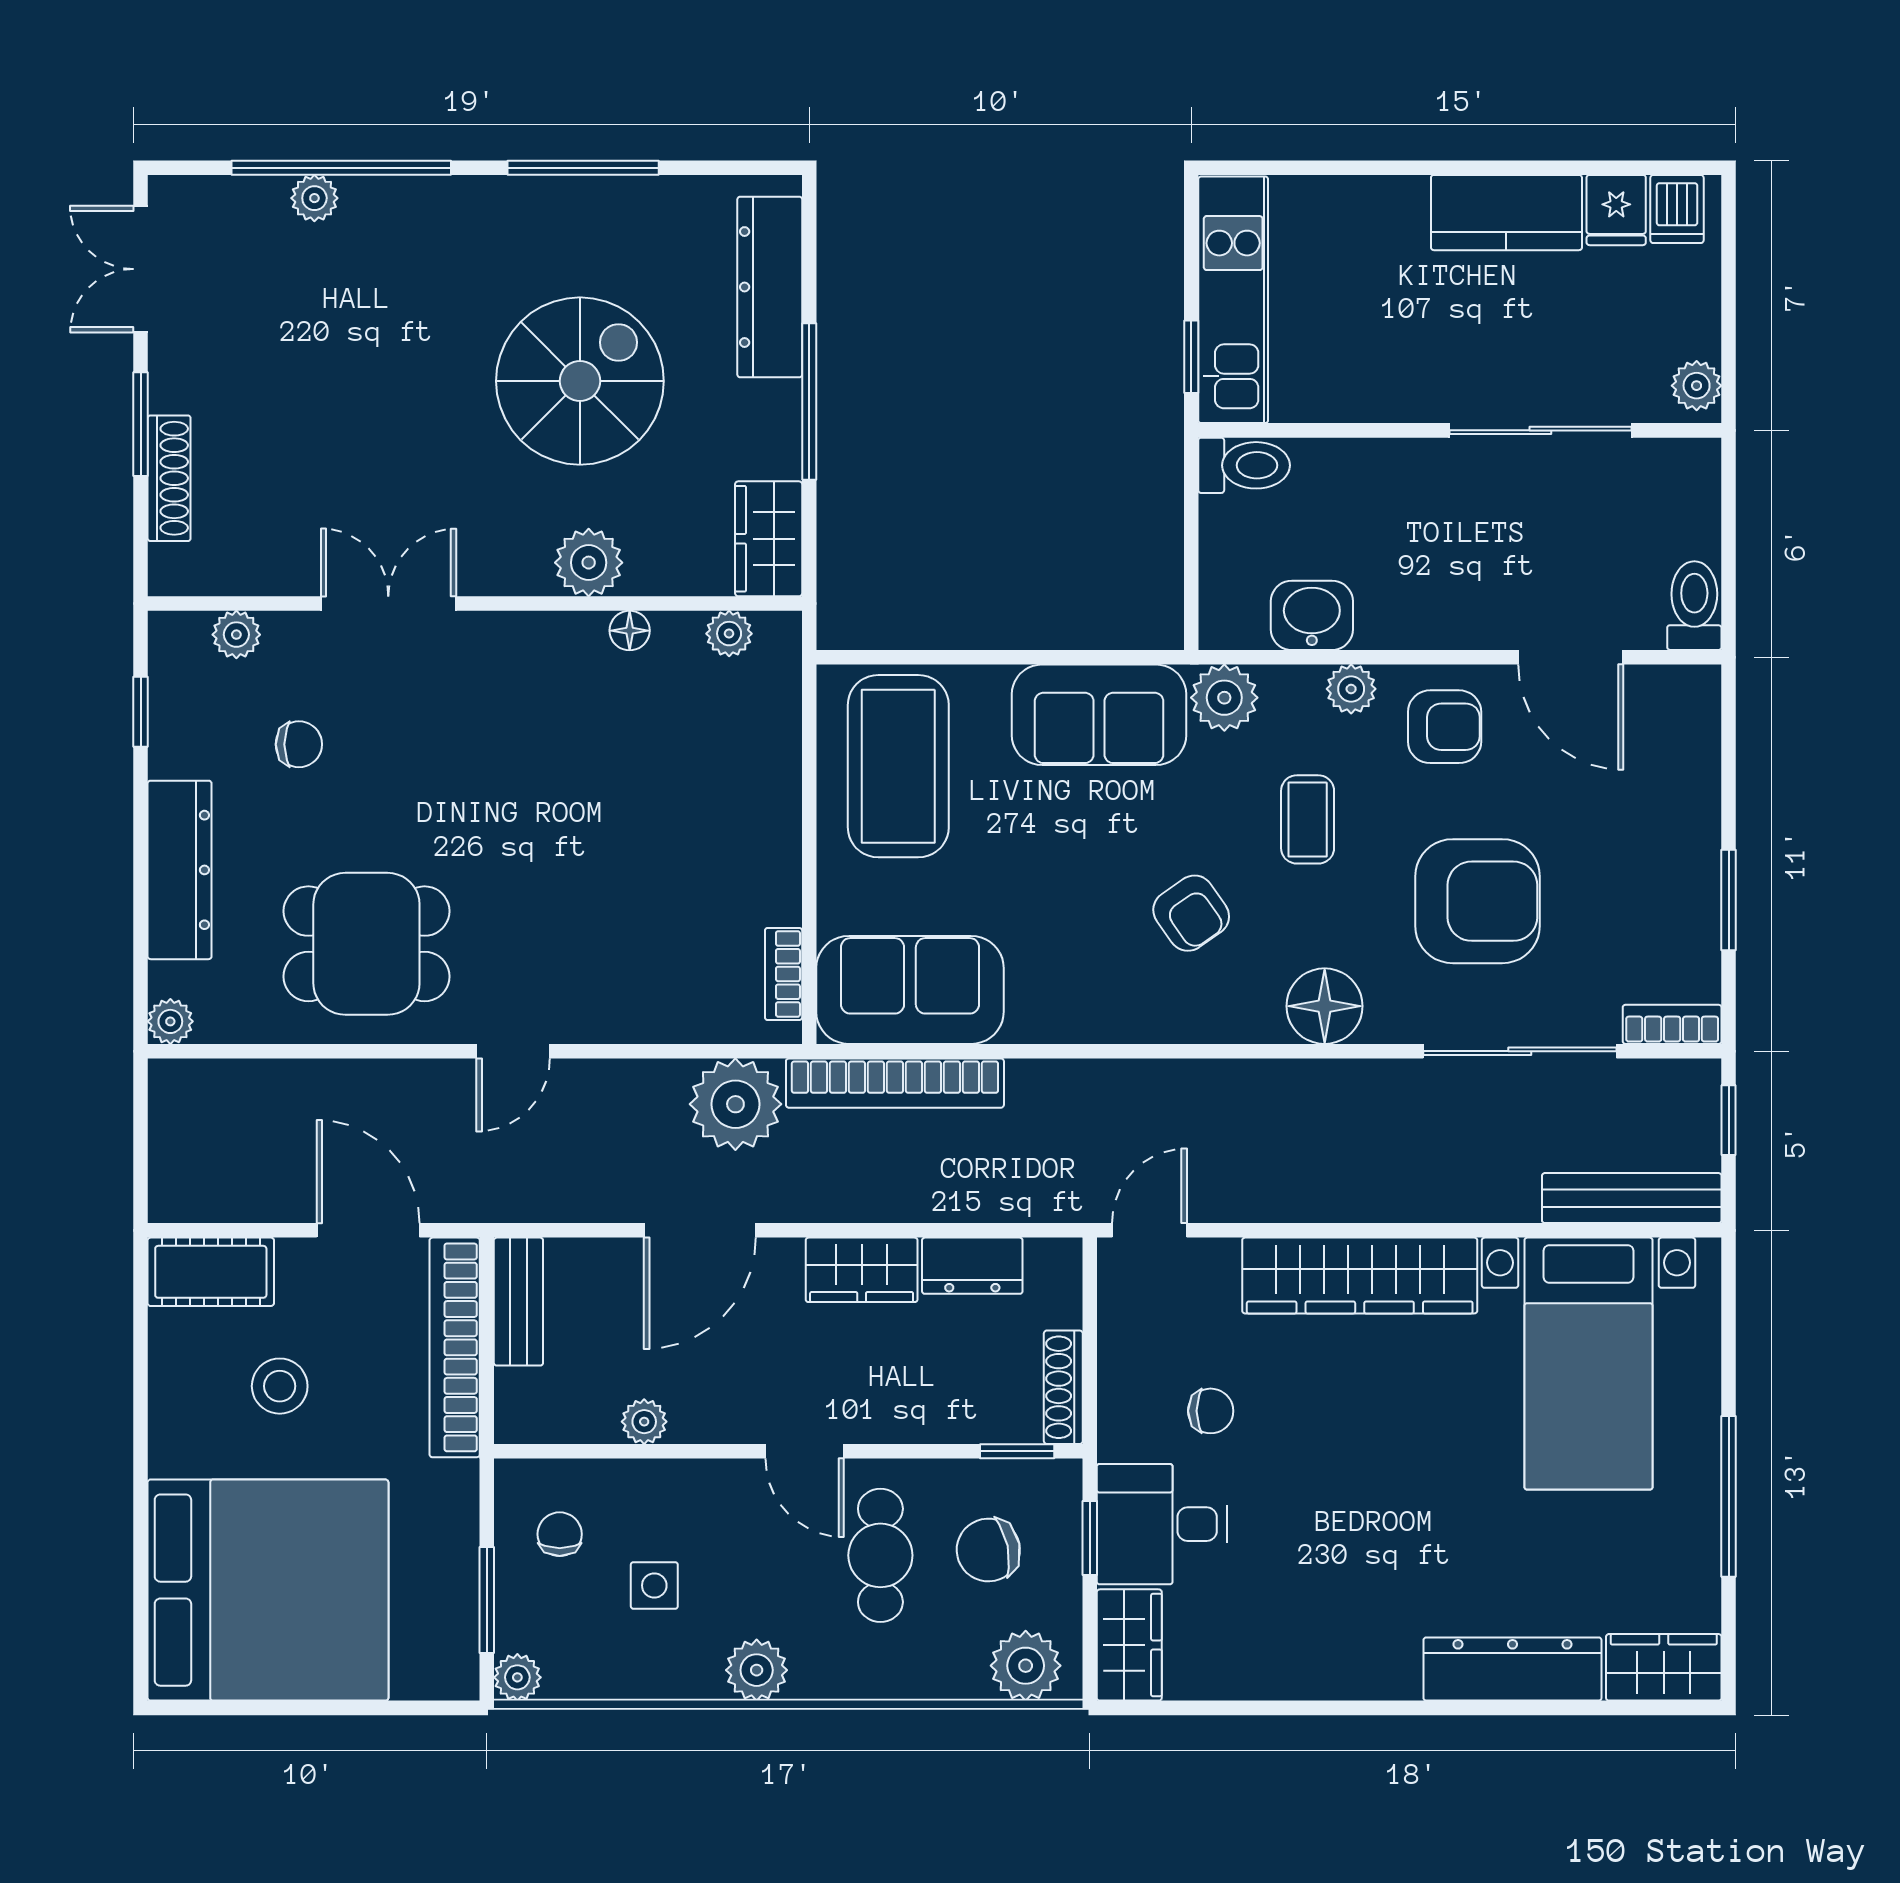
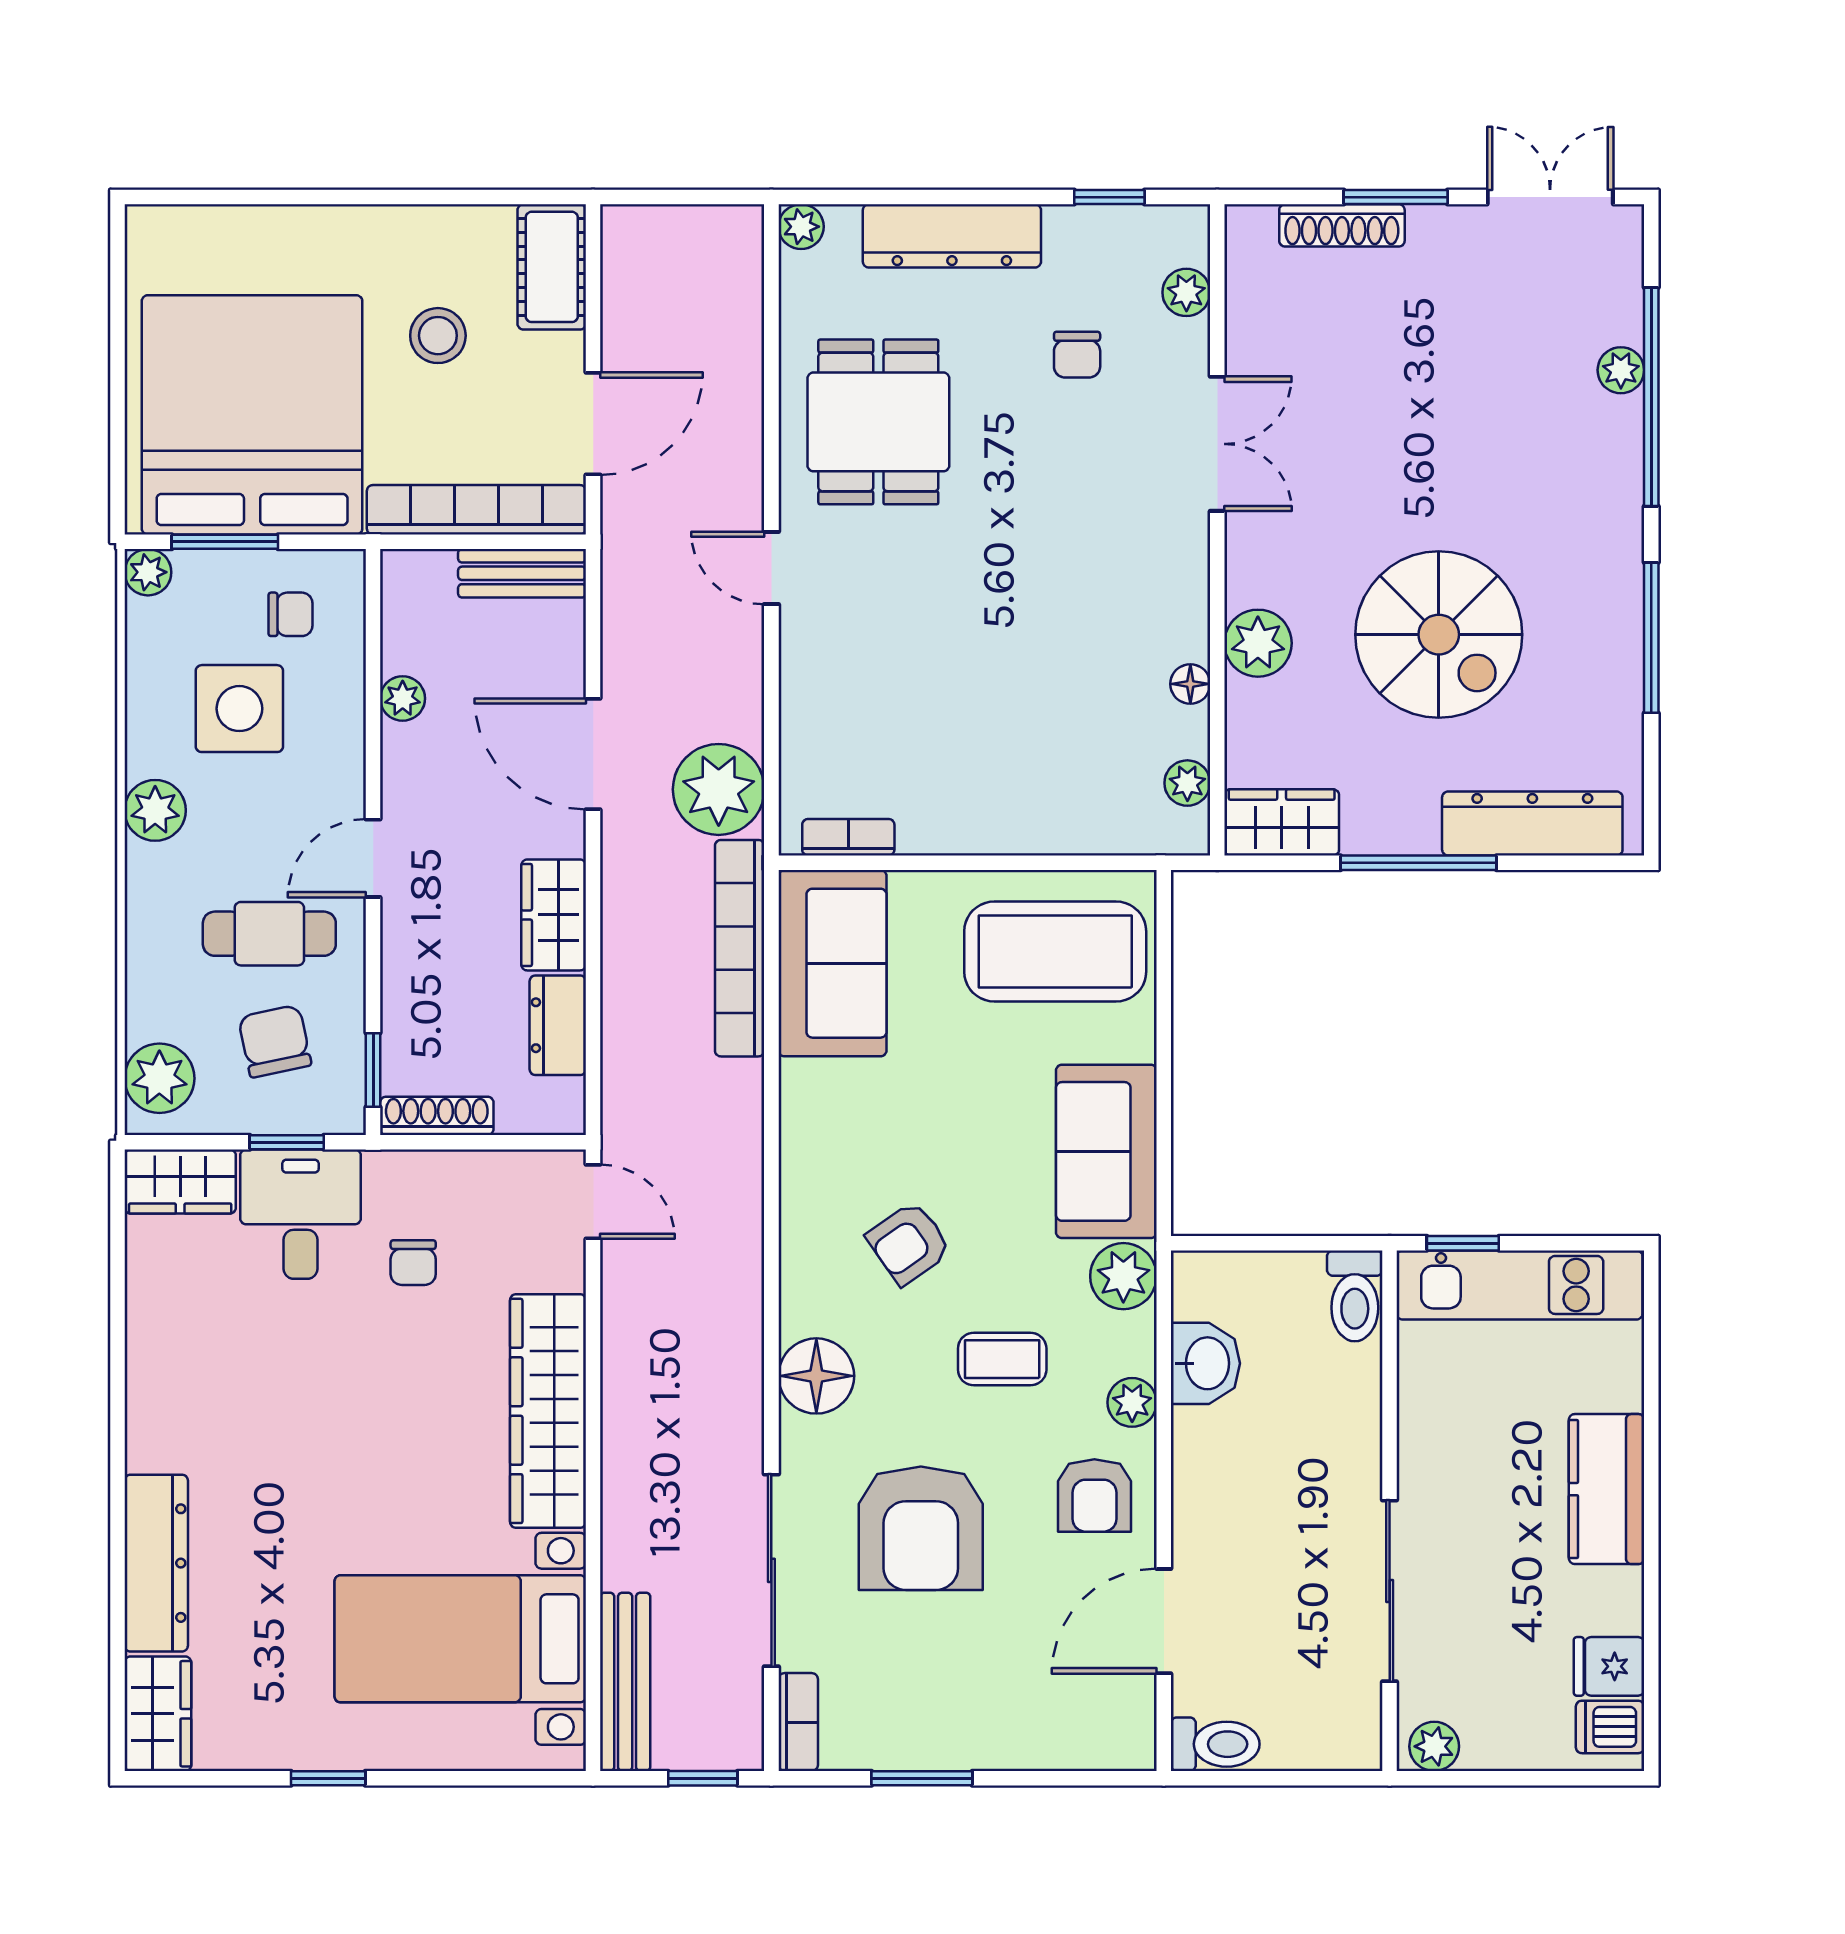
kitchen counter: (1506, 213) -> (1606, 1489), moved
window: (1729, 1496) -> (328, 1778), width x0.46
side table: (654, 1585) -> (239, 709), width x1.87, depth x1.87
bed: (268, 1590) -> (252, 415), moved, turned 180

